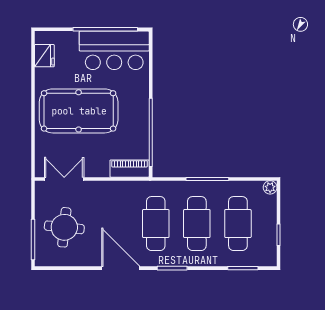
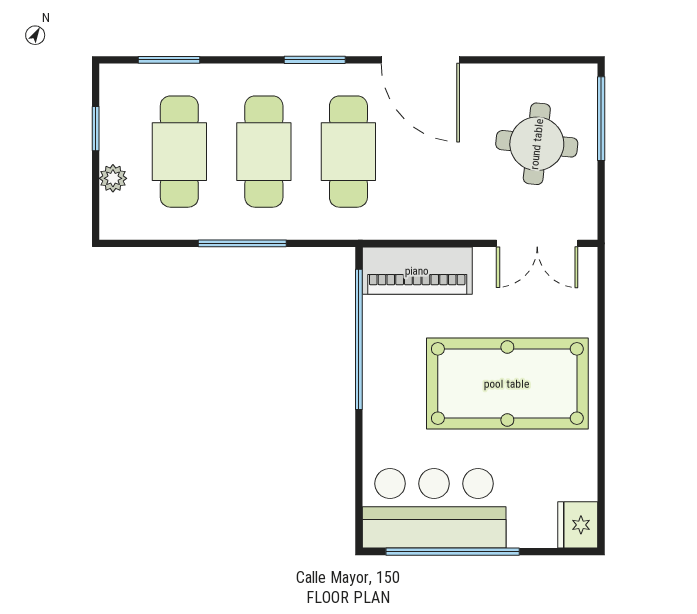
fridge: (44, 56) -> (578, 525), moved
piano: (130, 169) -> (417, 271), width x1.37, depth x1.33
plant: (270, 187) -> (113, 178), moved

